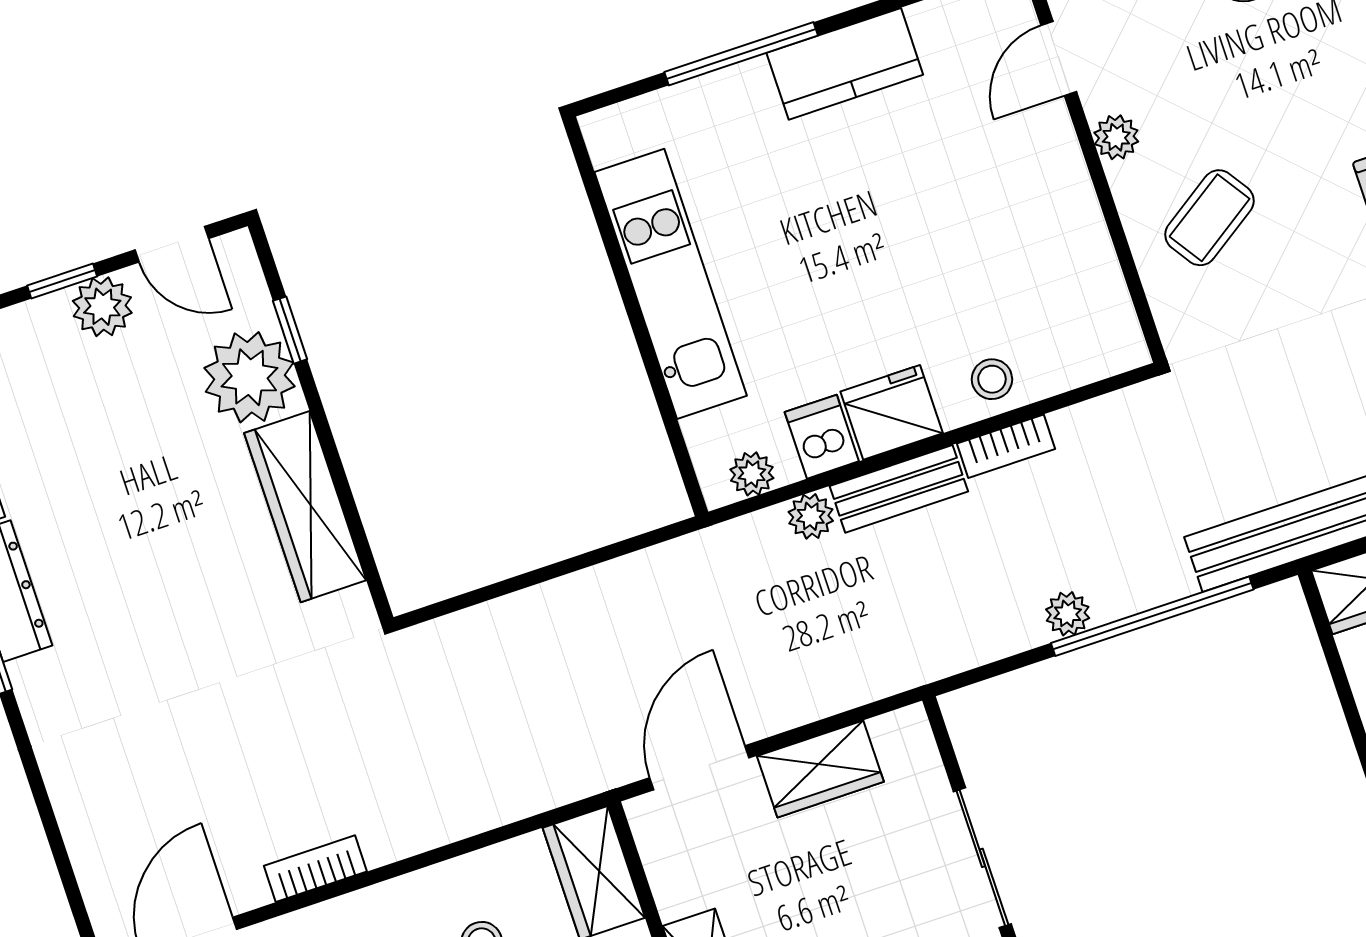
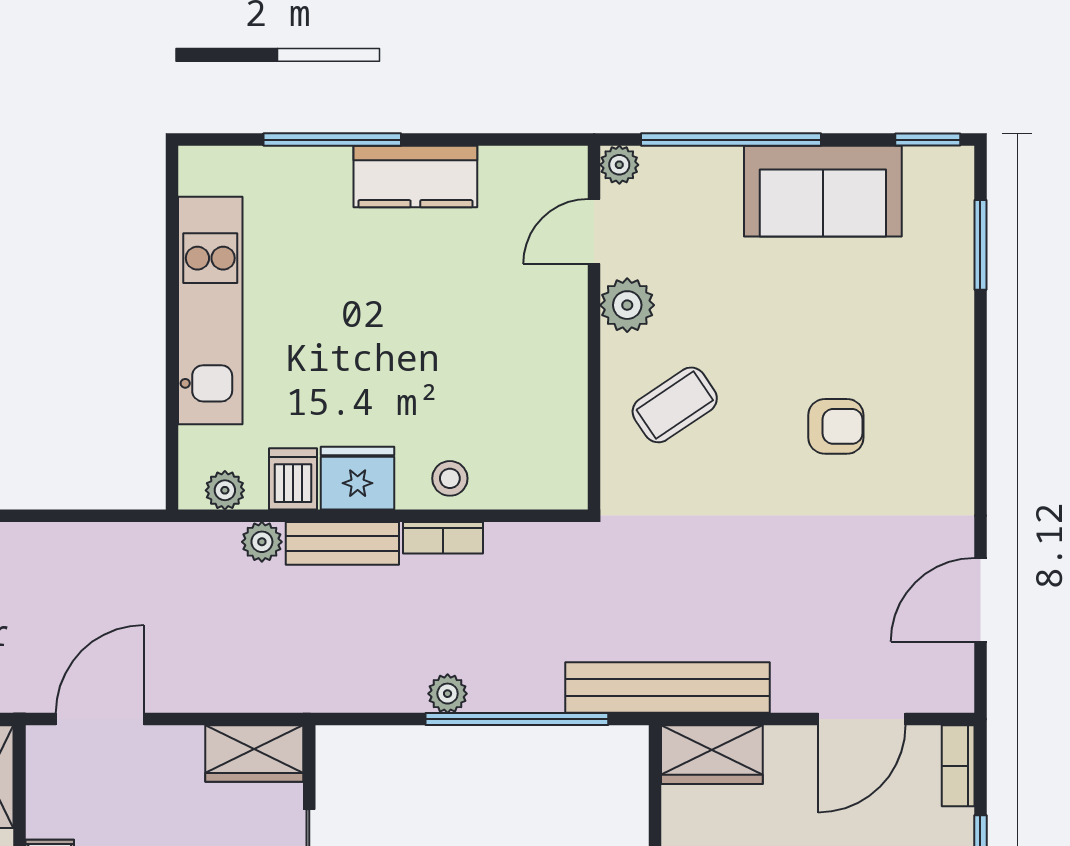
plant: (1116, 137) -> (627, 305), width x1.38, depth x1.38
wardrobe: (820, 769) -> (254, 754), moved

